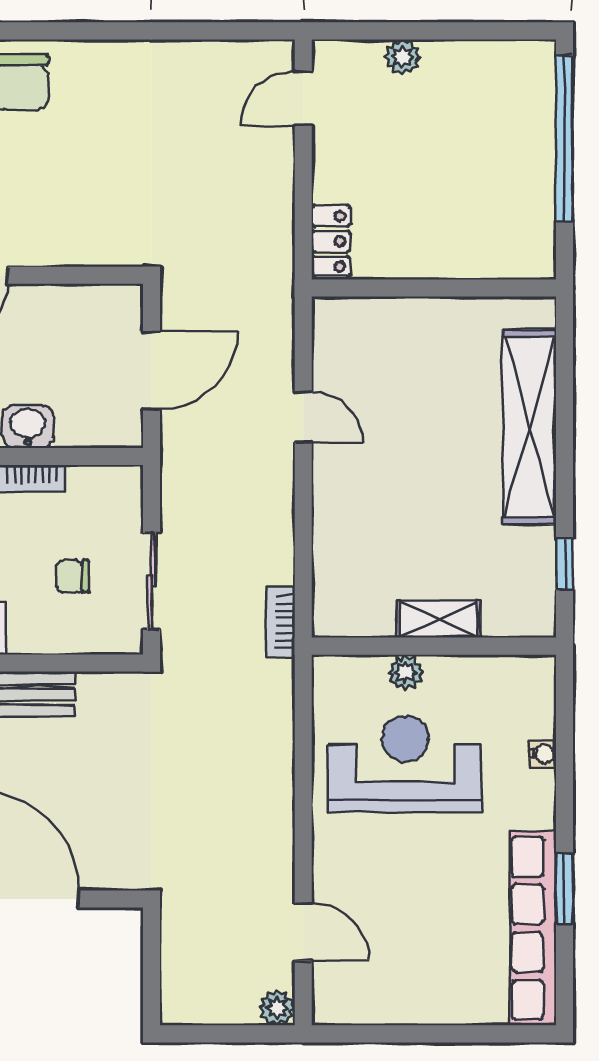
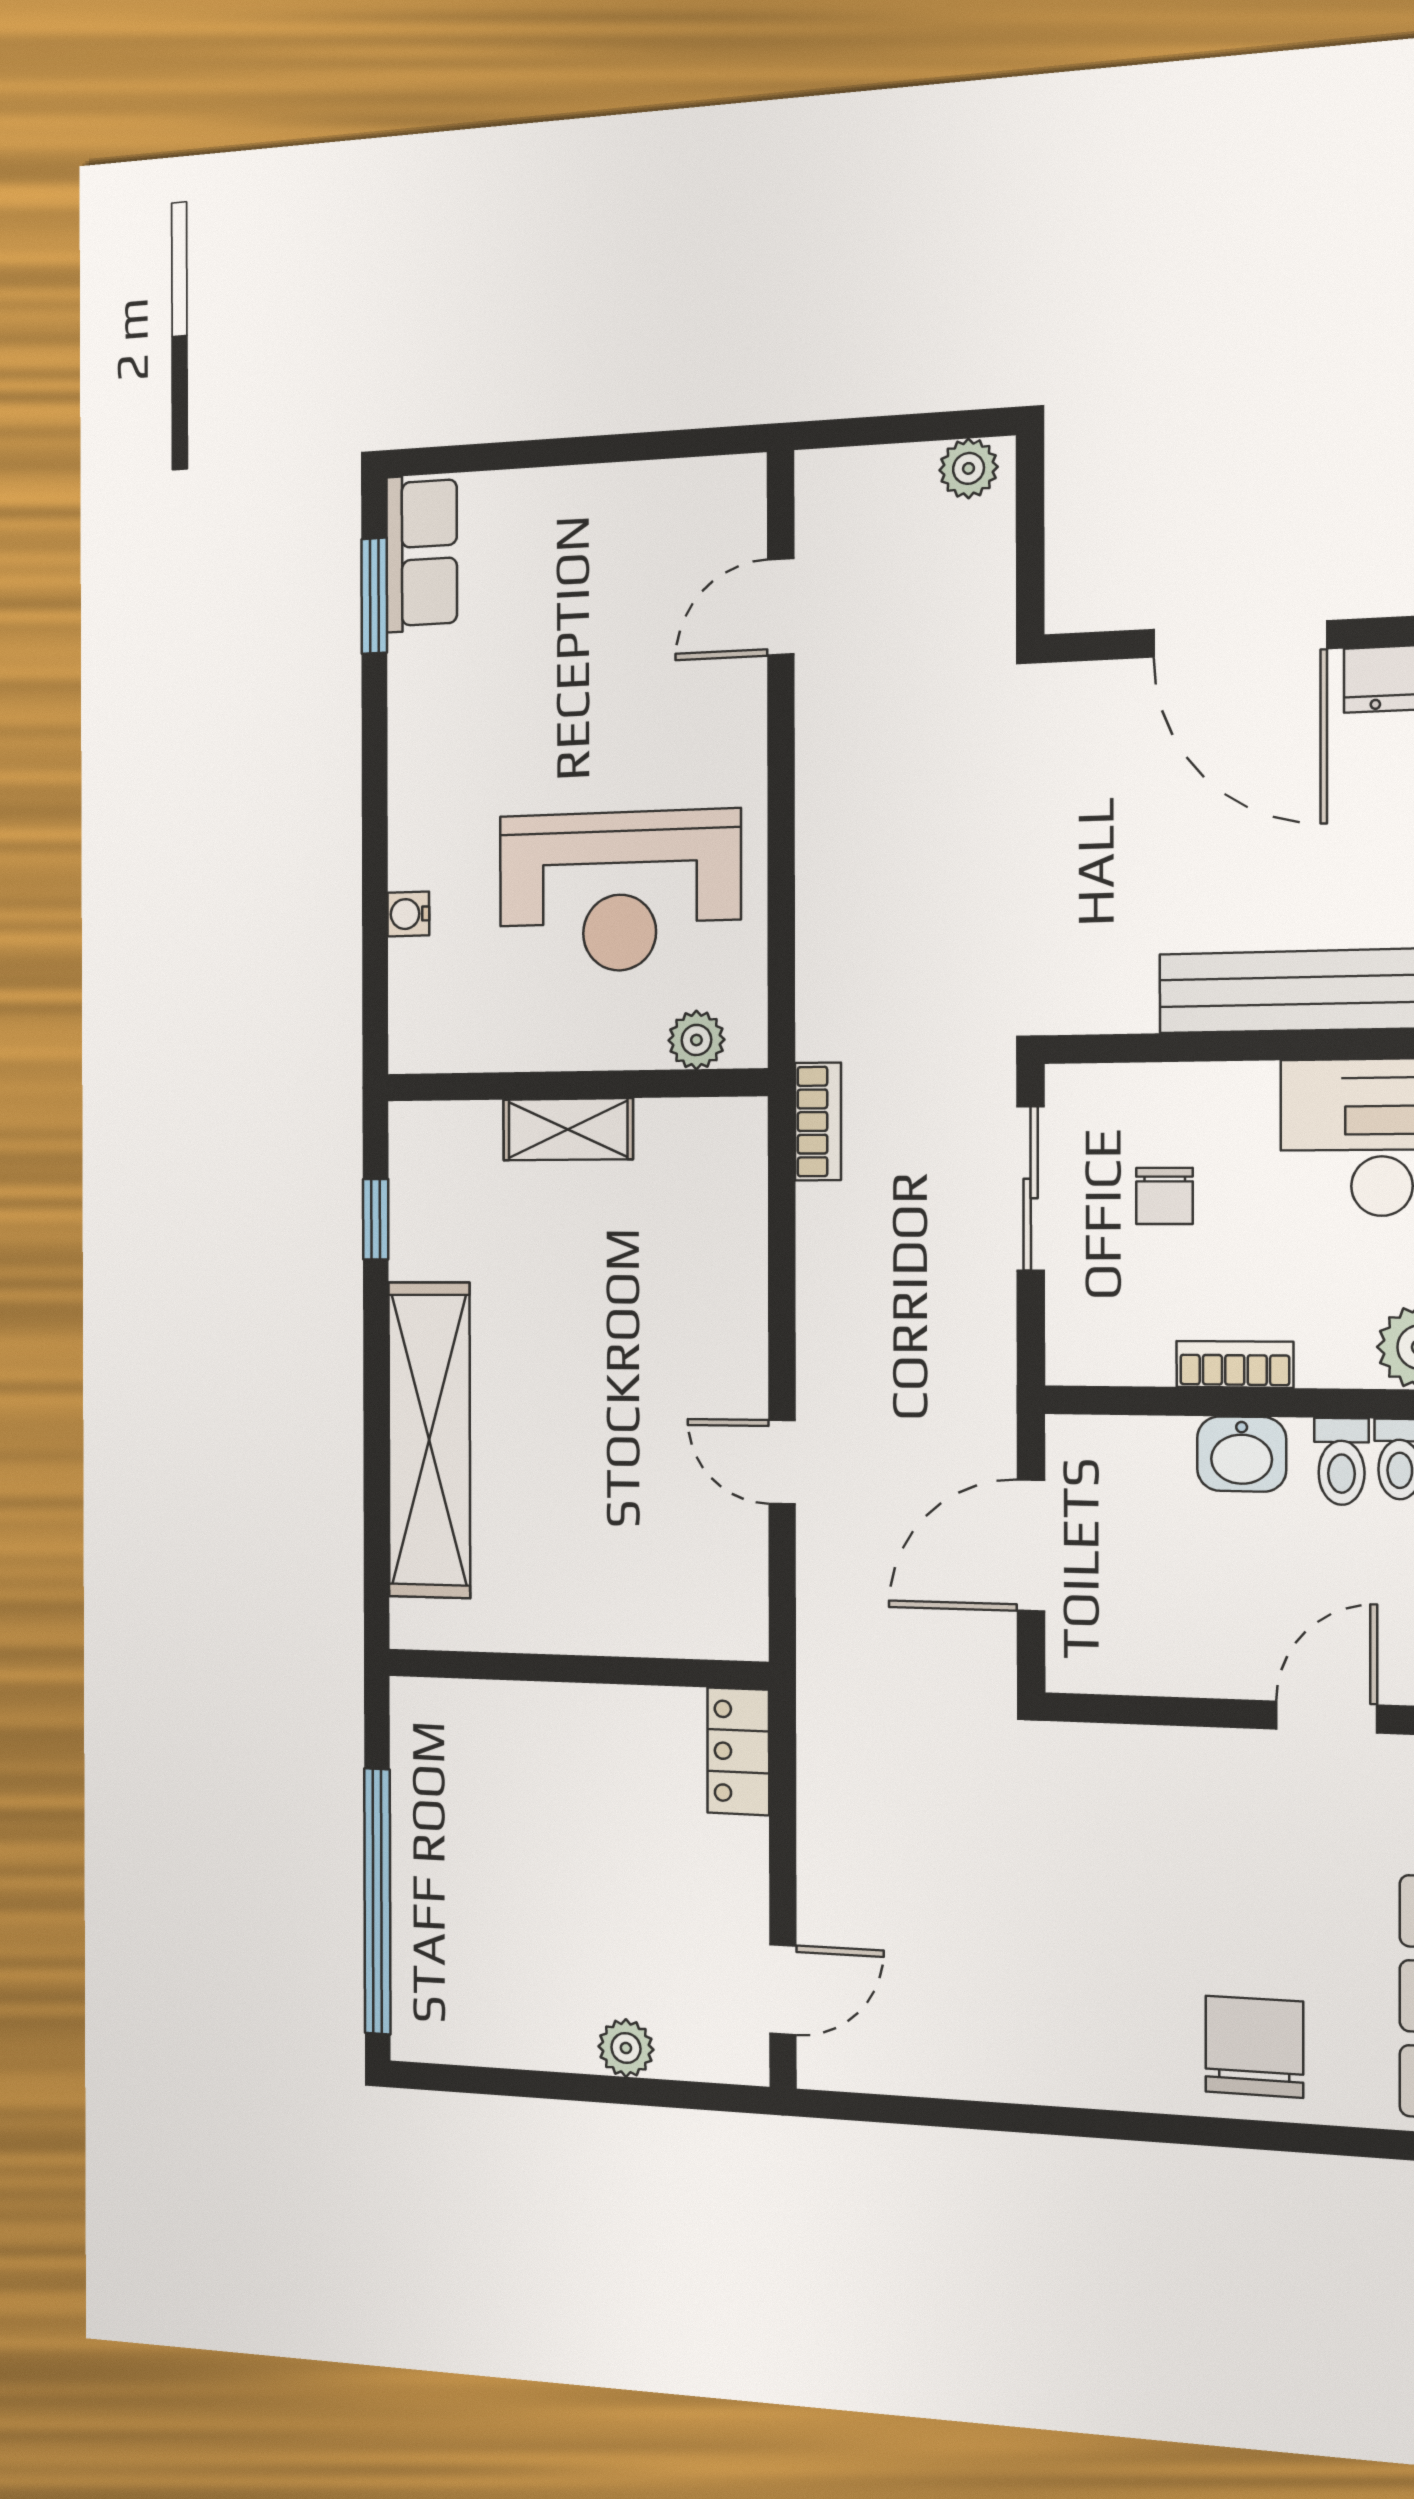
chair: (73, 576) -> (1165, 1196), turned 90
plant: (406, 672) -> (696, 1040), moved
window: (565, 889) -> (374, 596), moved
row of seats: (533, 928) -> (422, 553), width x0.50
door: (303, 932) -> (781, 607), hinge flipped
plant: (277, 1008) -> (969, 468), moved

